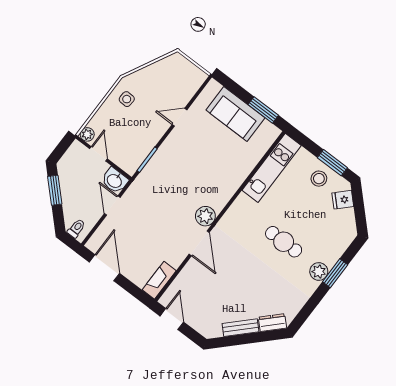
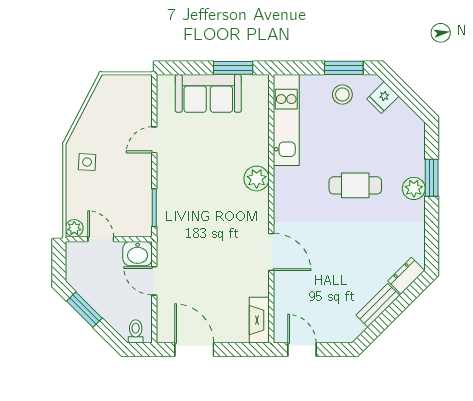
plant: (205, 216) -> (257, 179), moved

